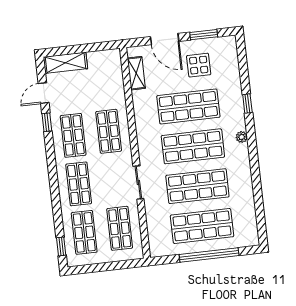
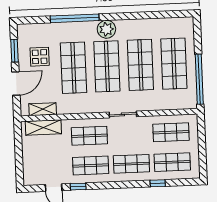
shelving: (65, 63) -> (43, 127), moved, turned 90
window: (247, 104) -> (75, 18), width x3.17
plant: (242, 137) -> (106, 29), width x1.88, depth x1.88
sliding door: (138, 182) -> (123, 114), moved
window: (61, 246) -> (158, 183), moved
window: (209, 255) -> (199, 79), moved

